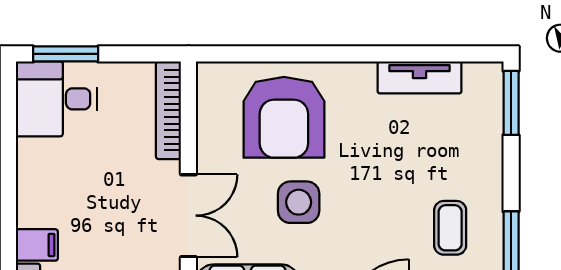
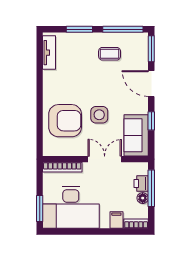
tv unit: (420, 77) -> (49, 53), moved
desk: (56, 99) -> (71, 207), width x1.87, depth x1.30
window: (511, 103) -> (79, 29), moved

